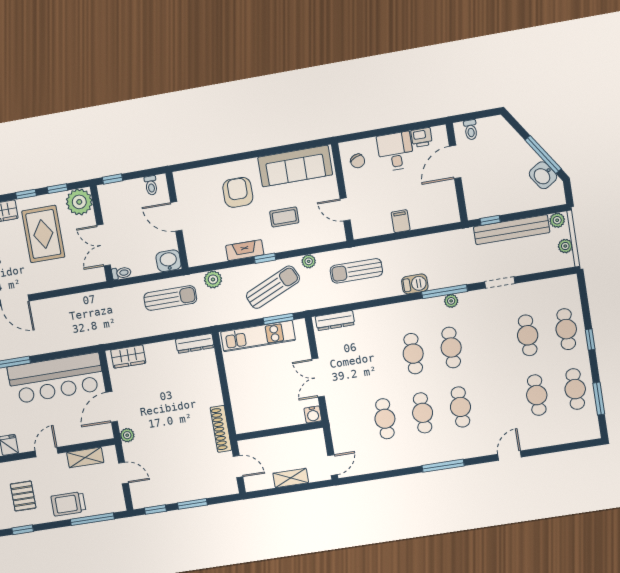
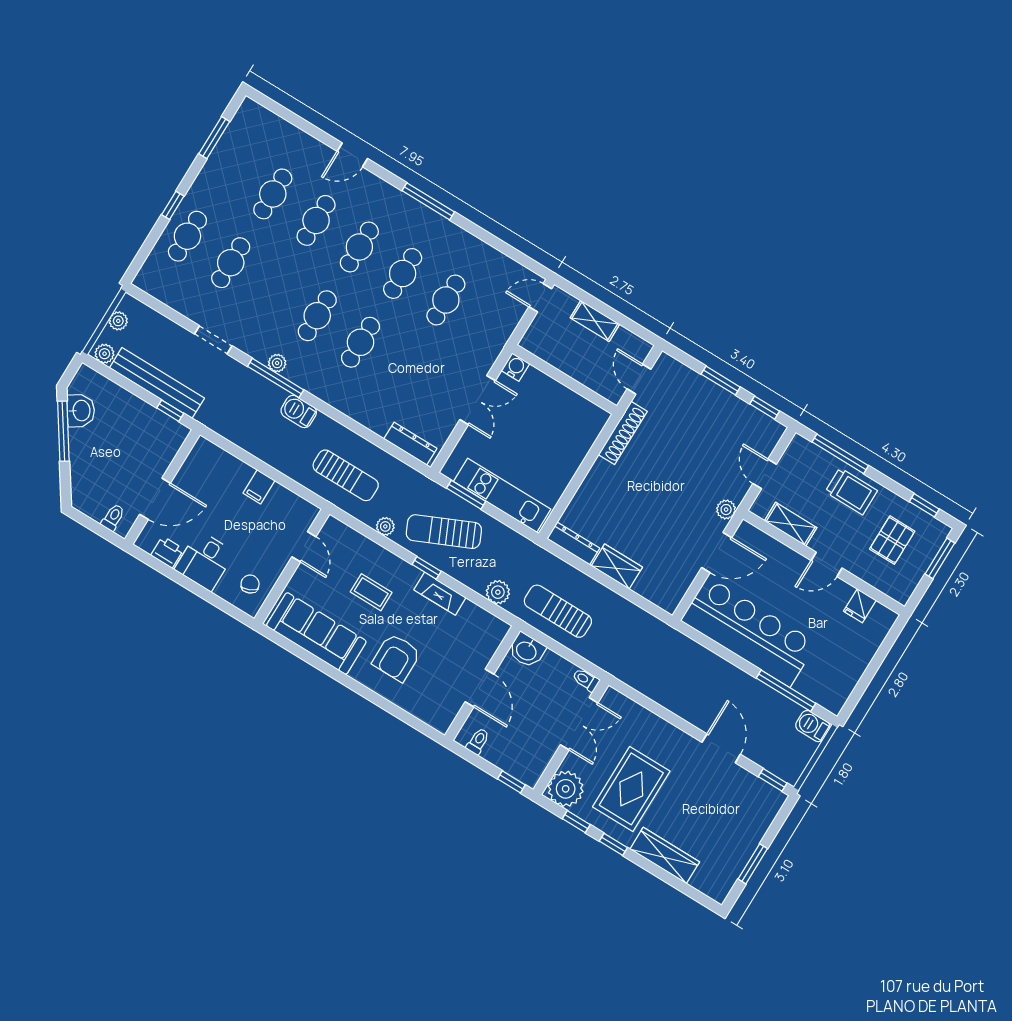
wardrobe: (128, 357) -> (617, 567), moved
cafe table: (575, 389) -> (316, 220), moved

